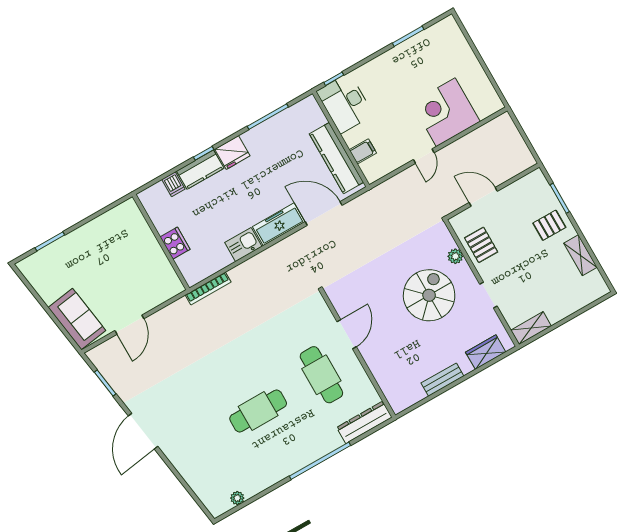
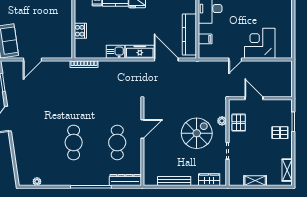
shelving: (580, 255) -> (287, 170), moved
shelving: (531, 328) -> (255, 181), moved
bench: (442, 380) -> (174, 181), width x1.36
cafe table: (258, 411) -> (74, 142), turned 90

